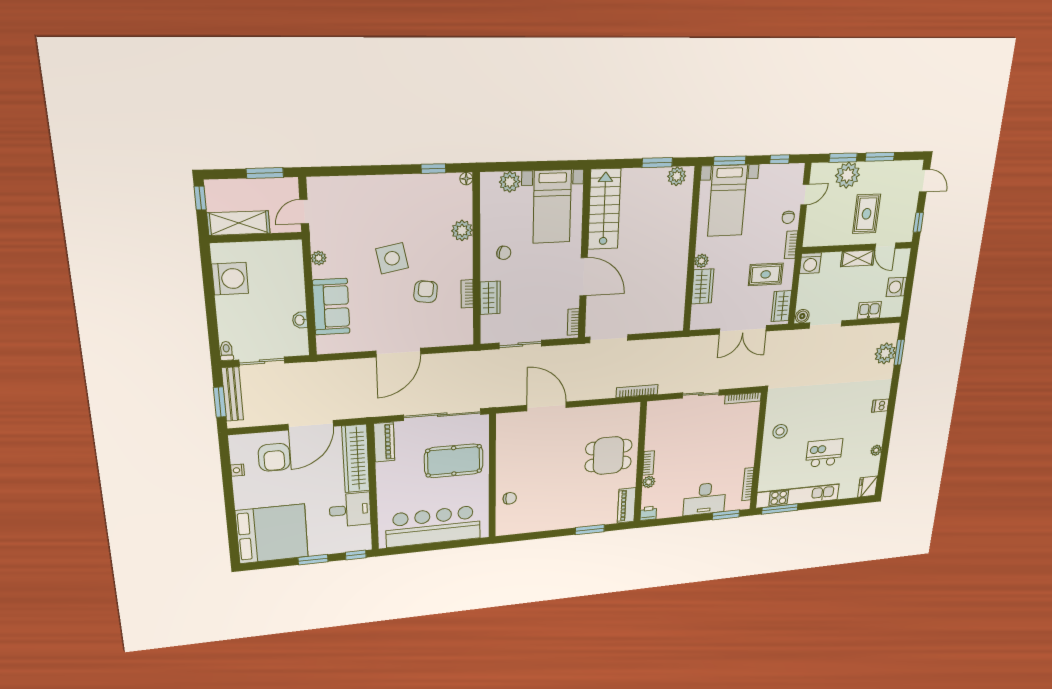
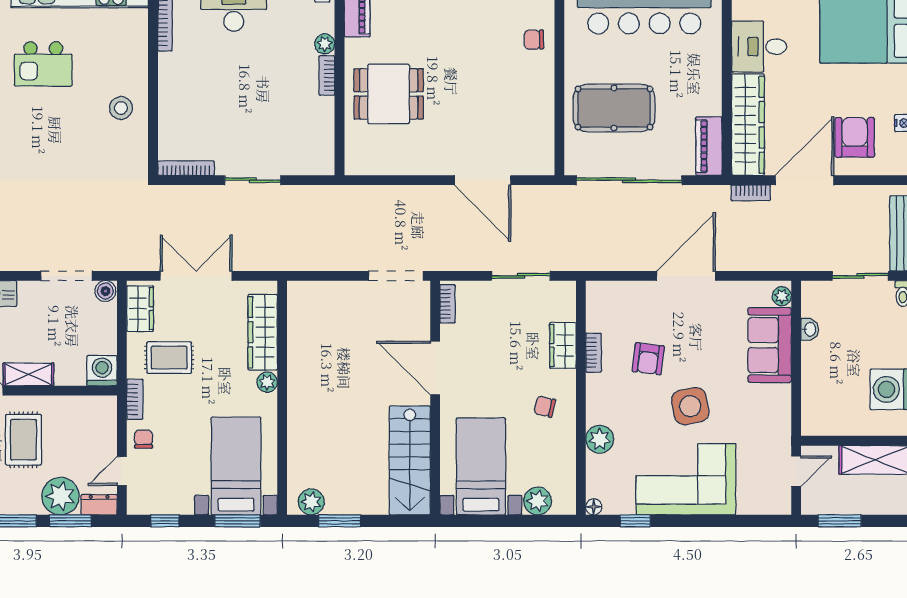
dresser: (823, 170) -> (99, 505), added
corner sofa: (394, 202) -> (686, 479), added
plant: (319, 258) -> (782, 296), moved
wardrobe: (703, 286) -> (263, 332), width x1.50
bookcase: (637, 391) -> (751, 193), moved, width x0.64

